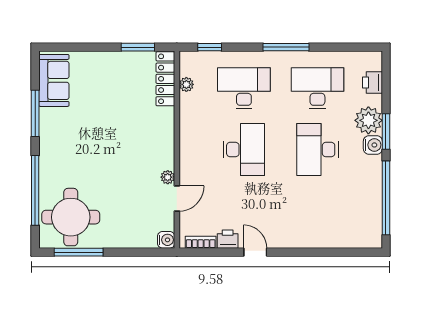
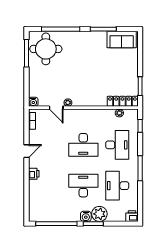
printer: (372, 82) -> (132, 216), moved
desk: (317, 88) -> (117, 186), turned 180
printer: (228, 239) -> (34, 174), moved

